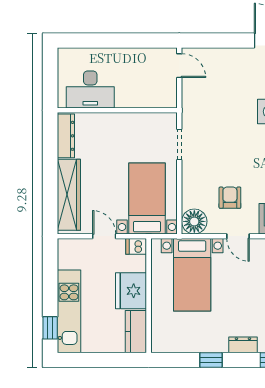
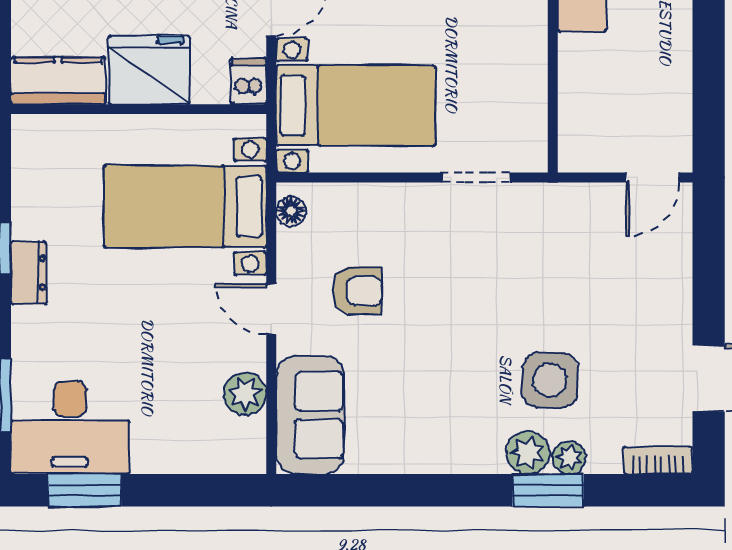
floor lamp: (194, 221) -> (291, 211), width x0.53, depth x0.53
door: (238, 236) -> (271, 309), hinge flipped
dresser: (243, 345) -> (29, 273), moved

